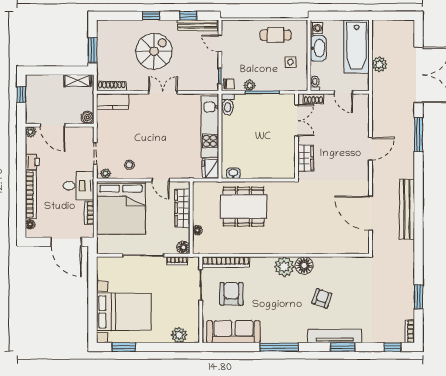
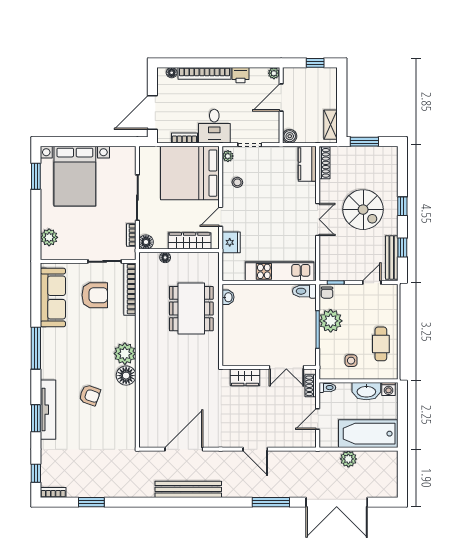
plant: (250, 85) -> (331, 321), width x1.88, depth x1.88
fridge: (210, 168) -> (231, 242), moved, turned 90

